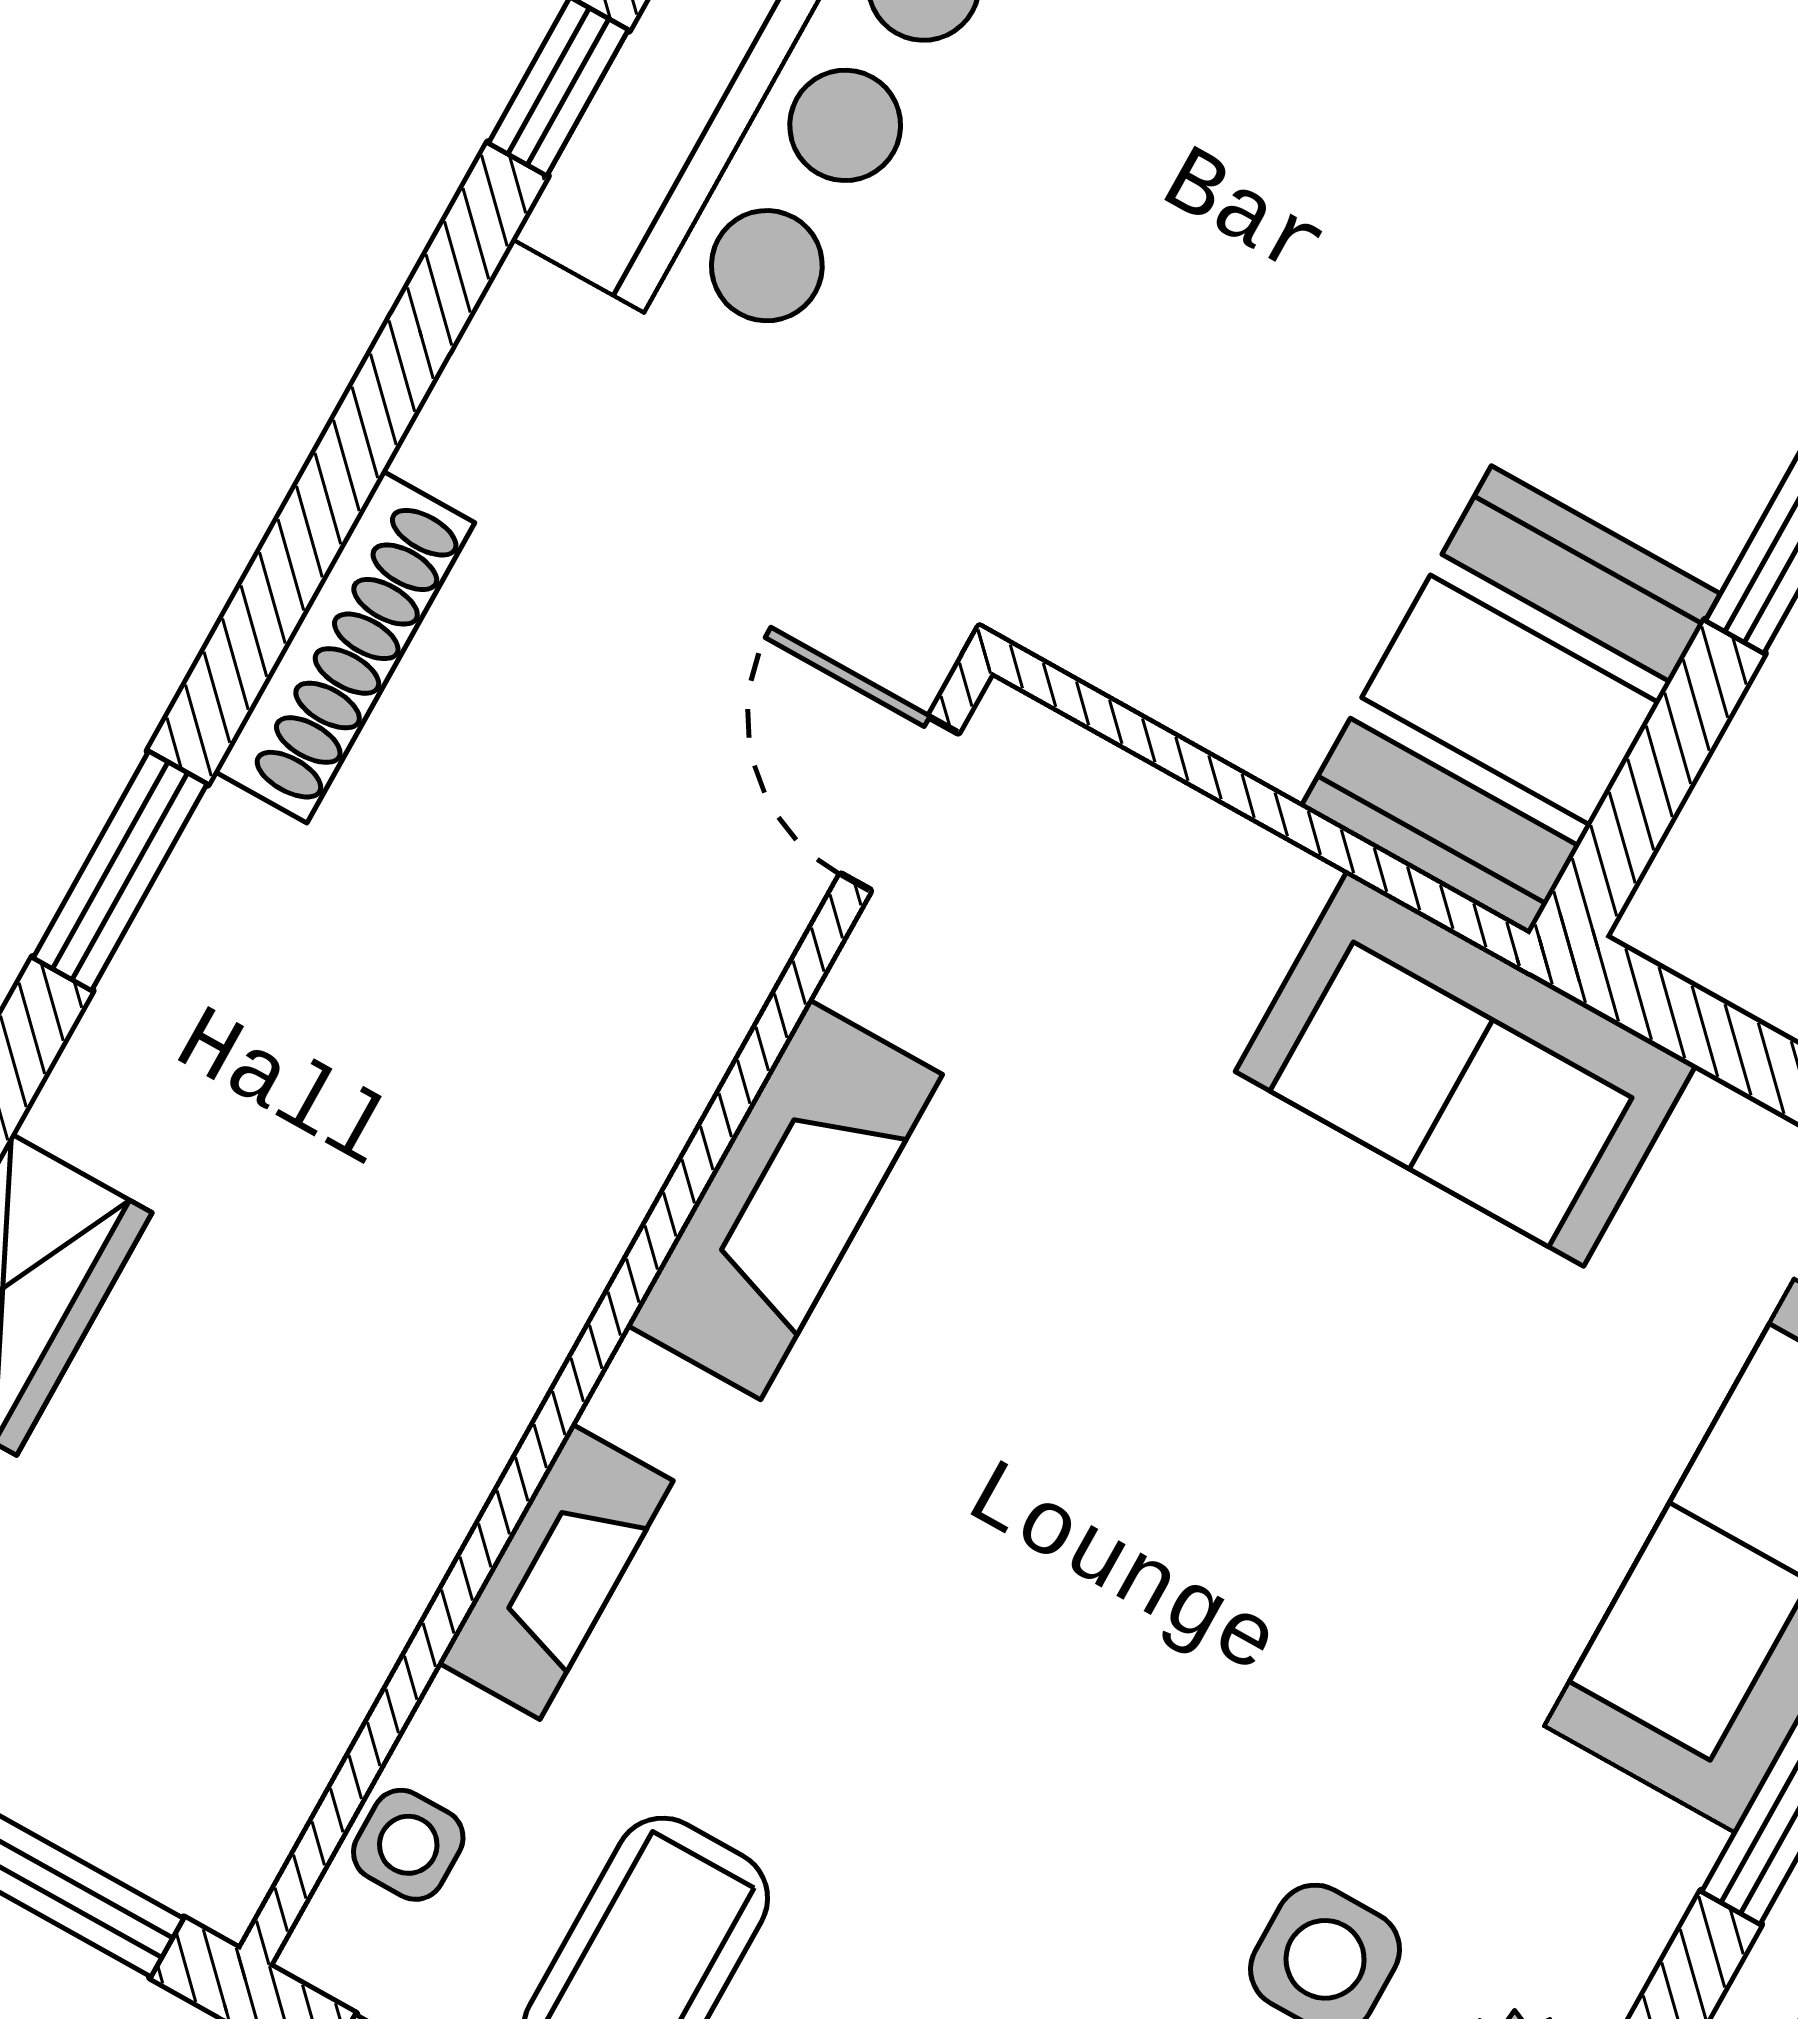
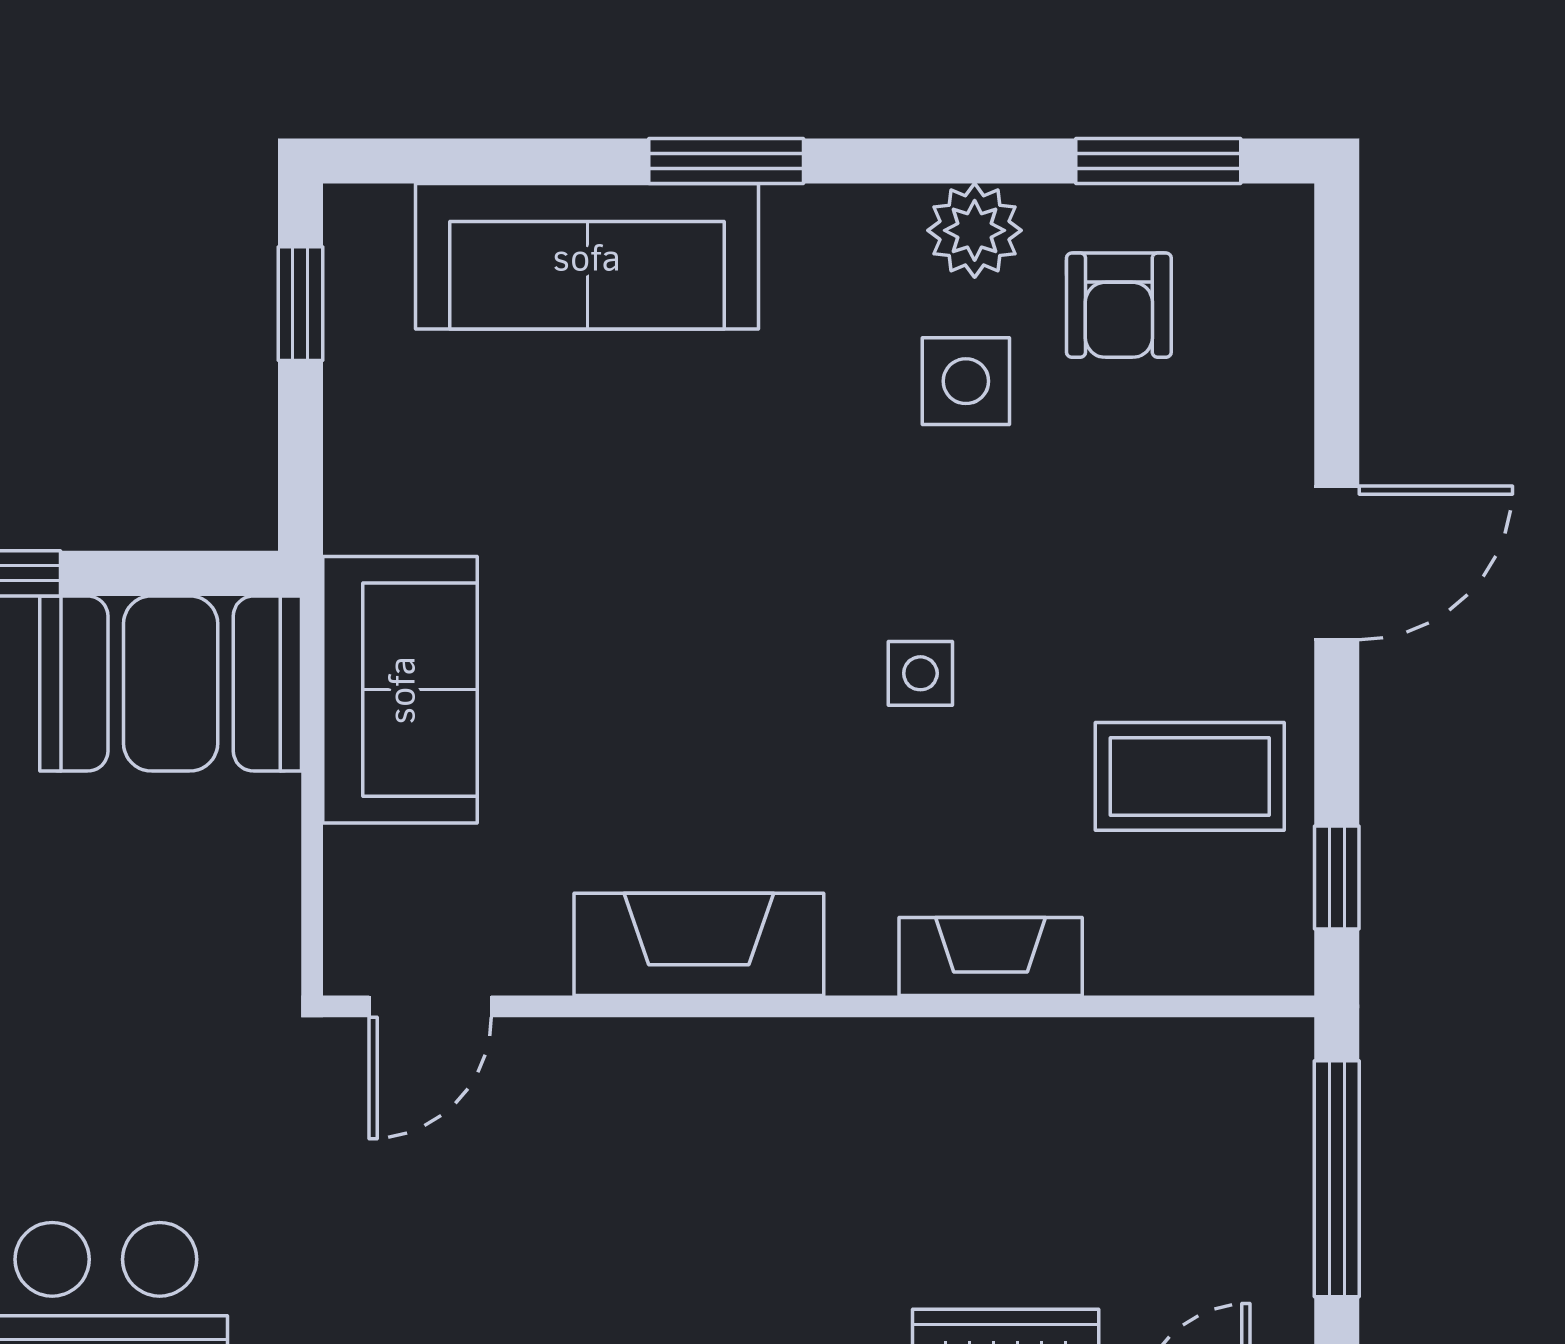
sofa: (1466, 1068) -> (400, 690), moved
side table: (408, 1845) -> (920, 673), moved

